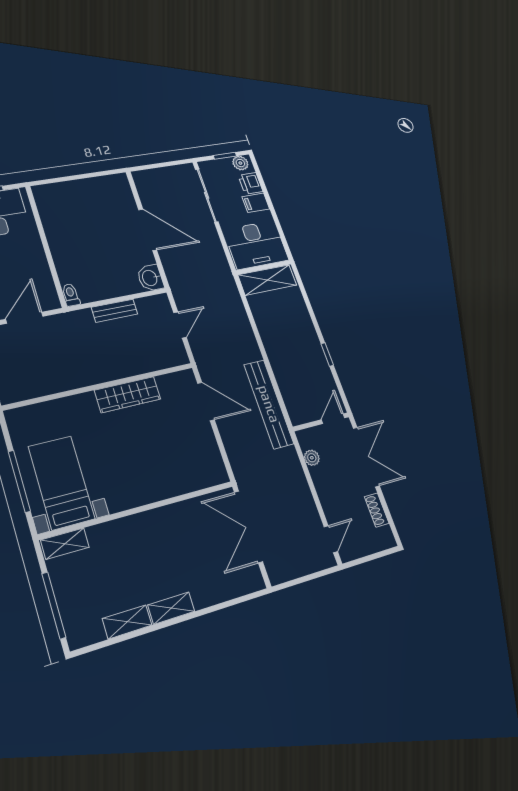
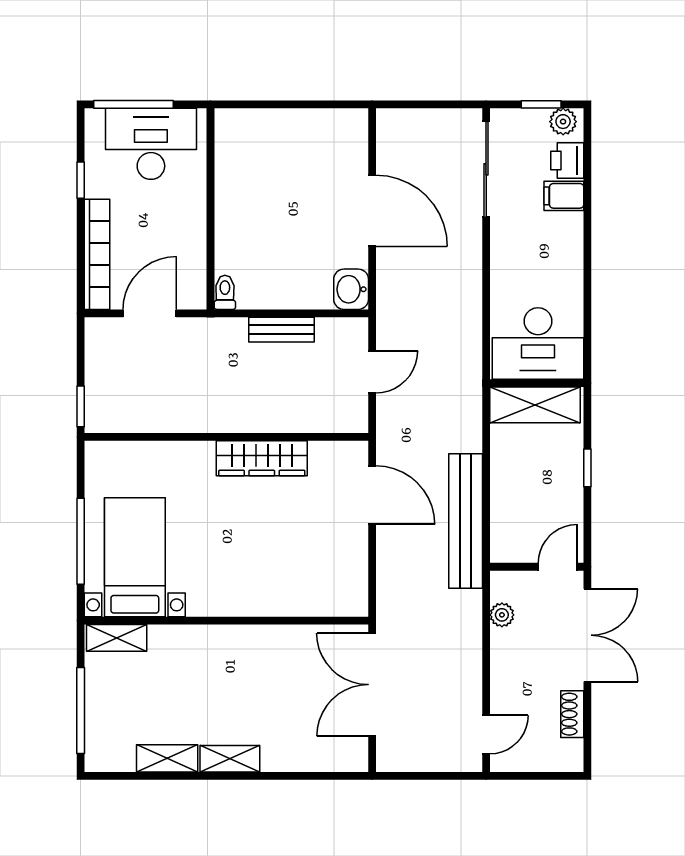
desk: (256, 245) -> (538, 343), moved
wall: (264, 267) -> (537, 383), moved
shelving: (267, 280) -> (535, 405), moved

